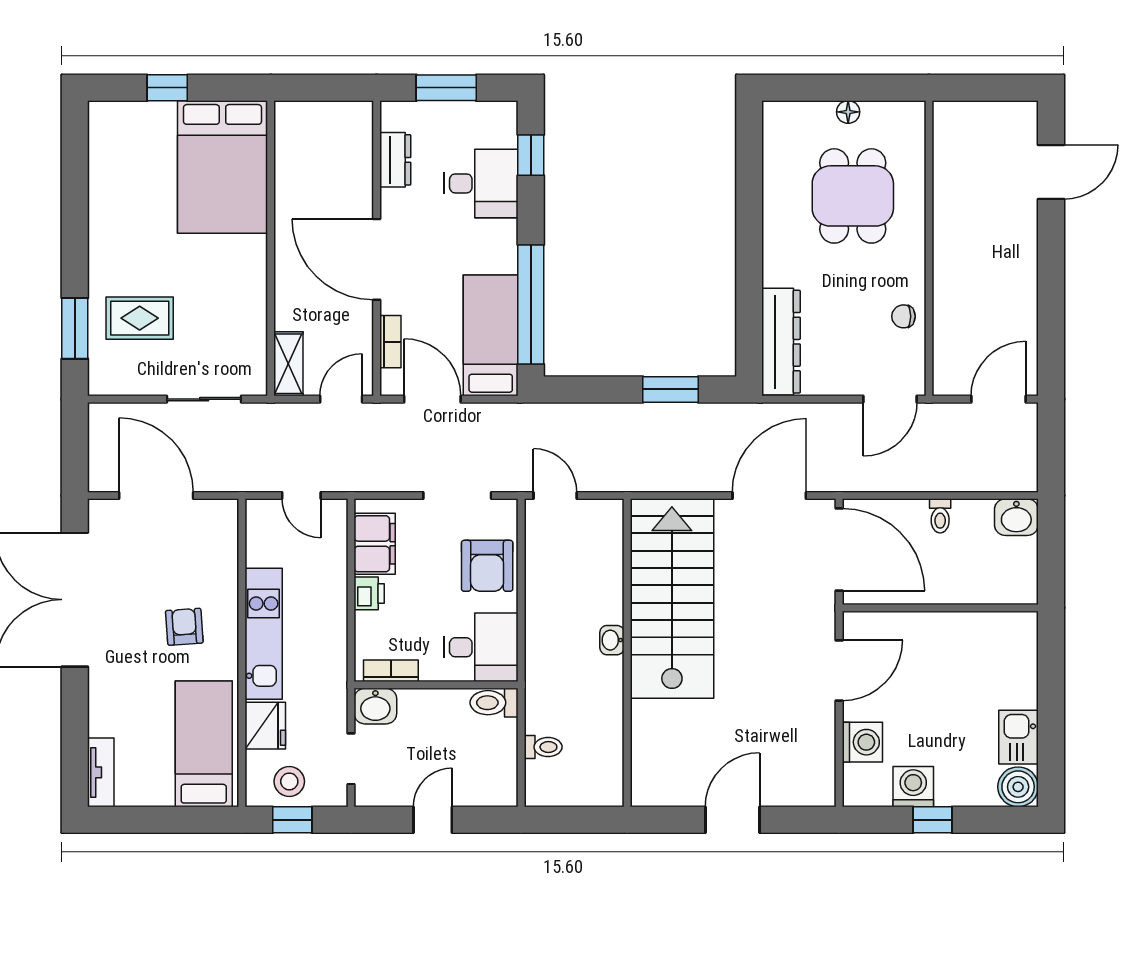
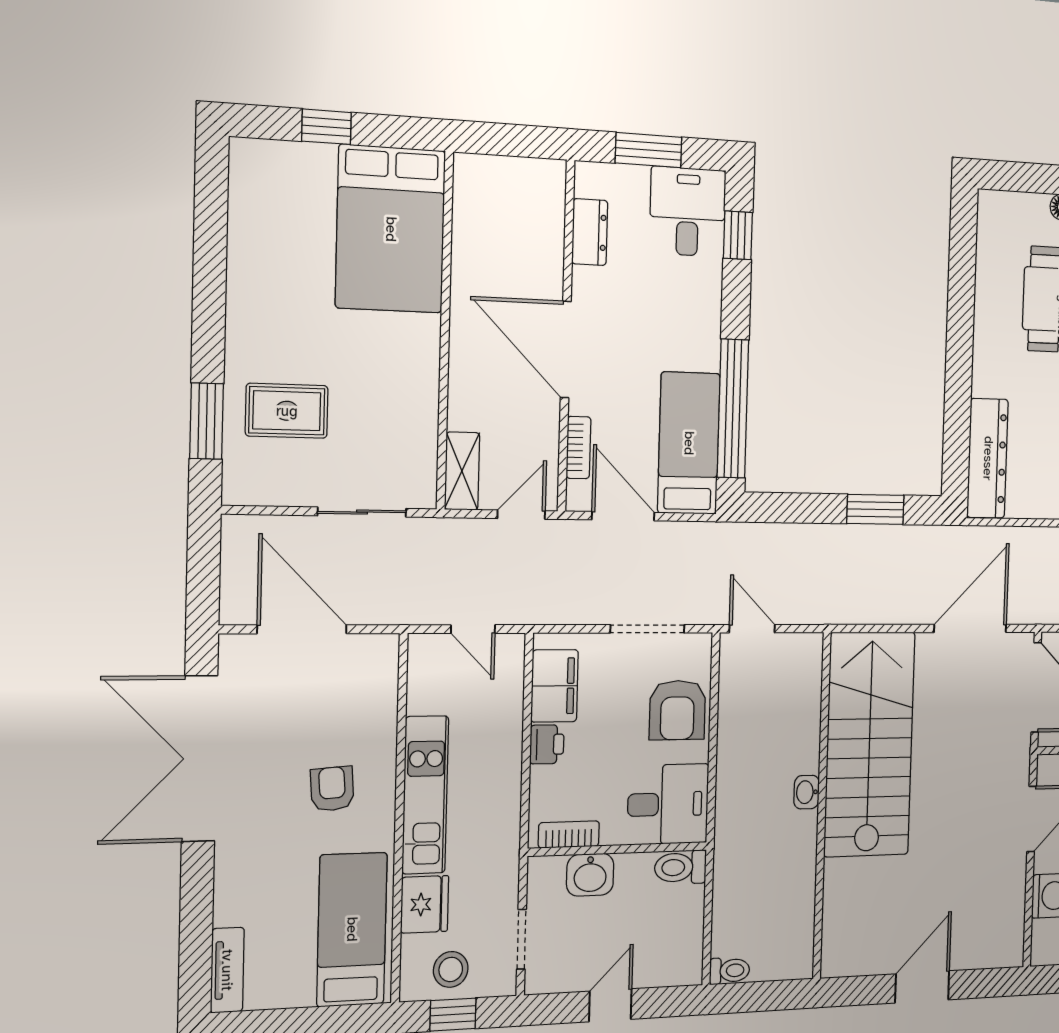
desk: (481, 183) -> (688, 212), moved, turned -90
washbasin: (375, 706) -> (590, 875), moved
toilet: (543, 747) -> (730, 971), moved

